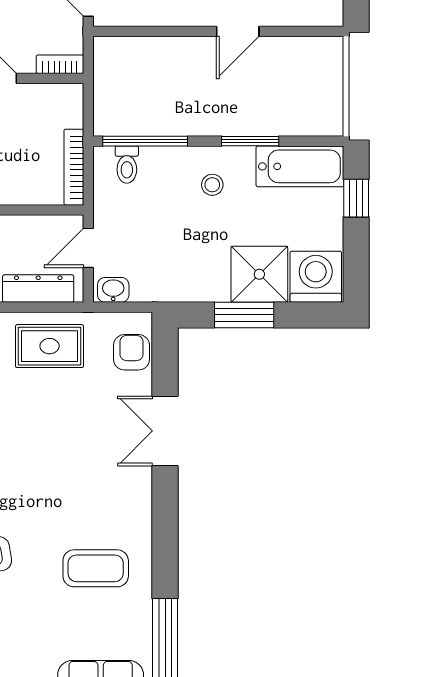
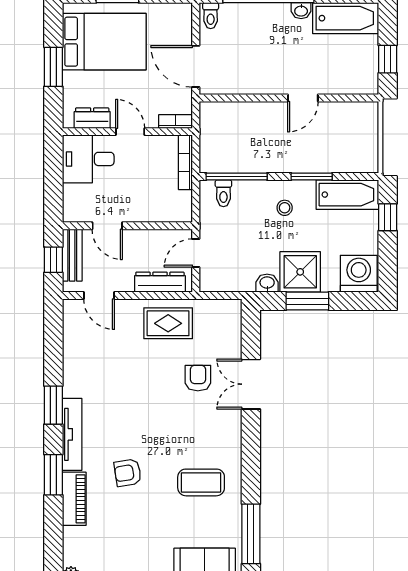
bookcase: (74, 167) -> (185, 162), moved
shower: (259, 274) -> (300, 272), moved
washbasin: (113, 290) -> (267, 283), moved
armchair: (131, 352) -> (198, 378), moved

